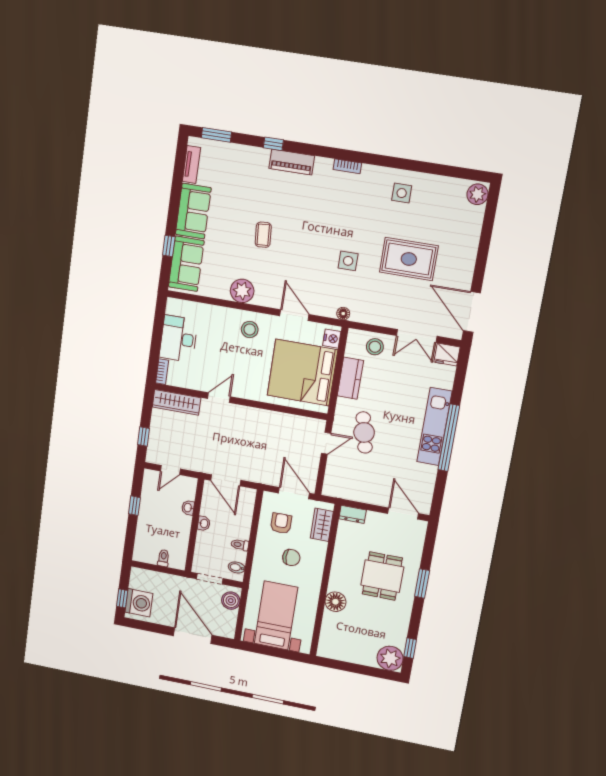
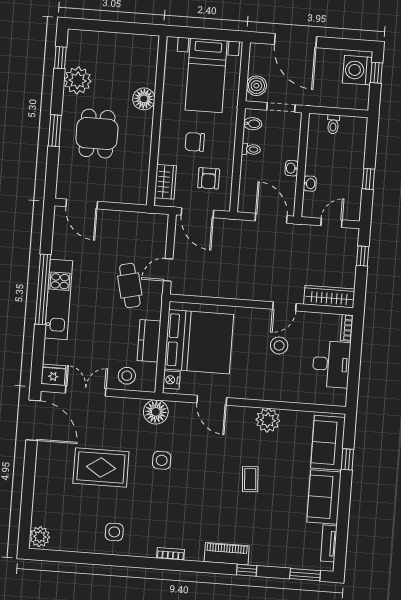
floor lamp: (343, 314) -> (156, 412), width x1.89, depth x1.89
stool: (250, 329) -> (279, 345), moved
dresser: (353, 514) -> (134, 197), removed
plant: (390, 658) -> (78, 80), moved

